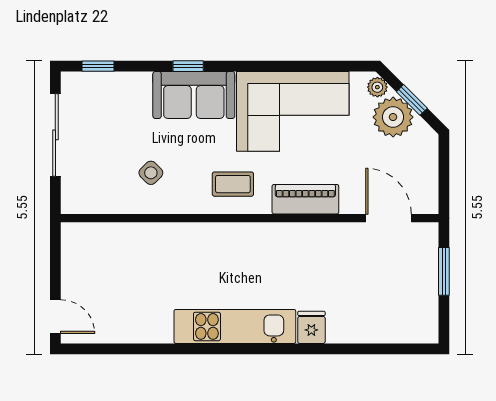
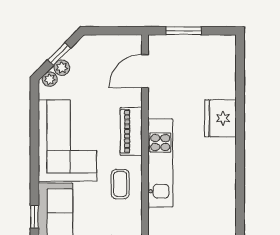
plant: (393, 117) -> (62, 68), width x0.53, depth x0.53
kitchen unit: (235, 326) -> (160, 163), moved, turned 180
fridge: (311, 327) -> (220, 118), width x1.88, depth x1.34

